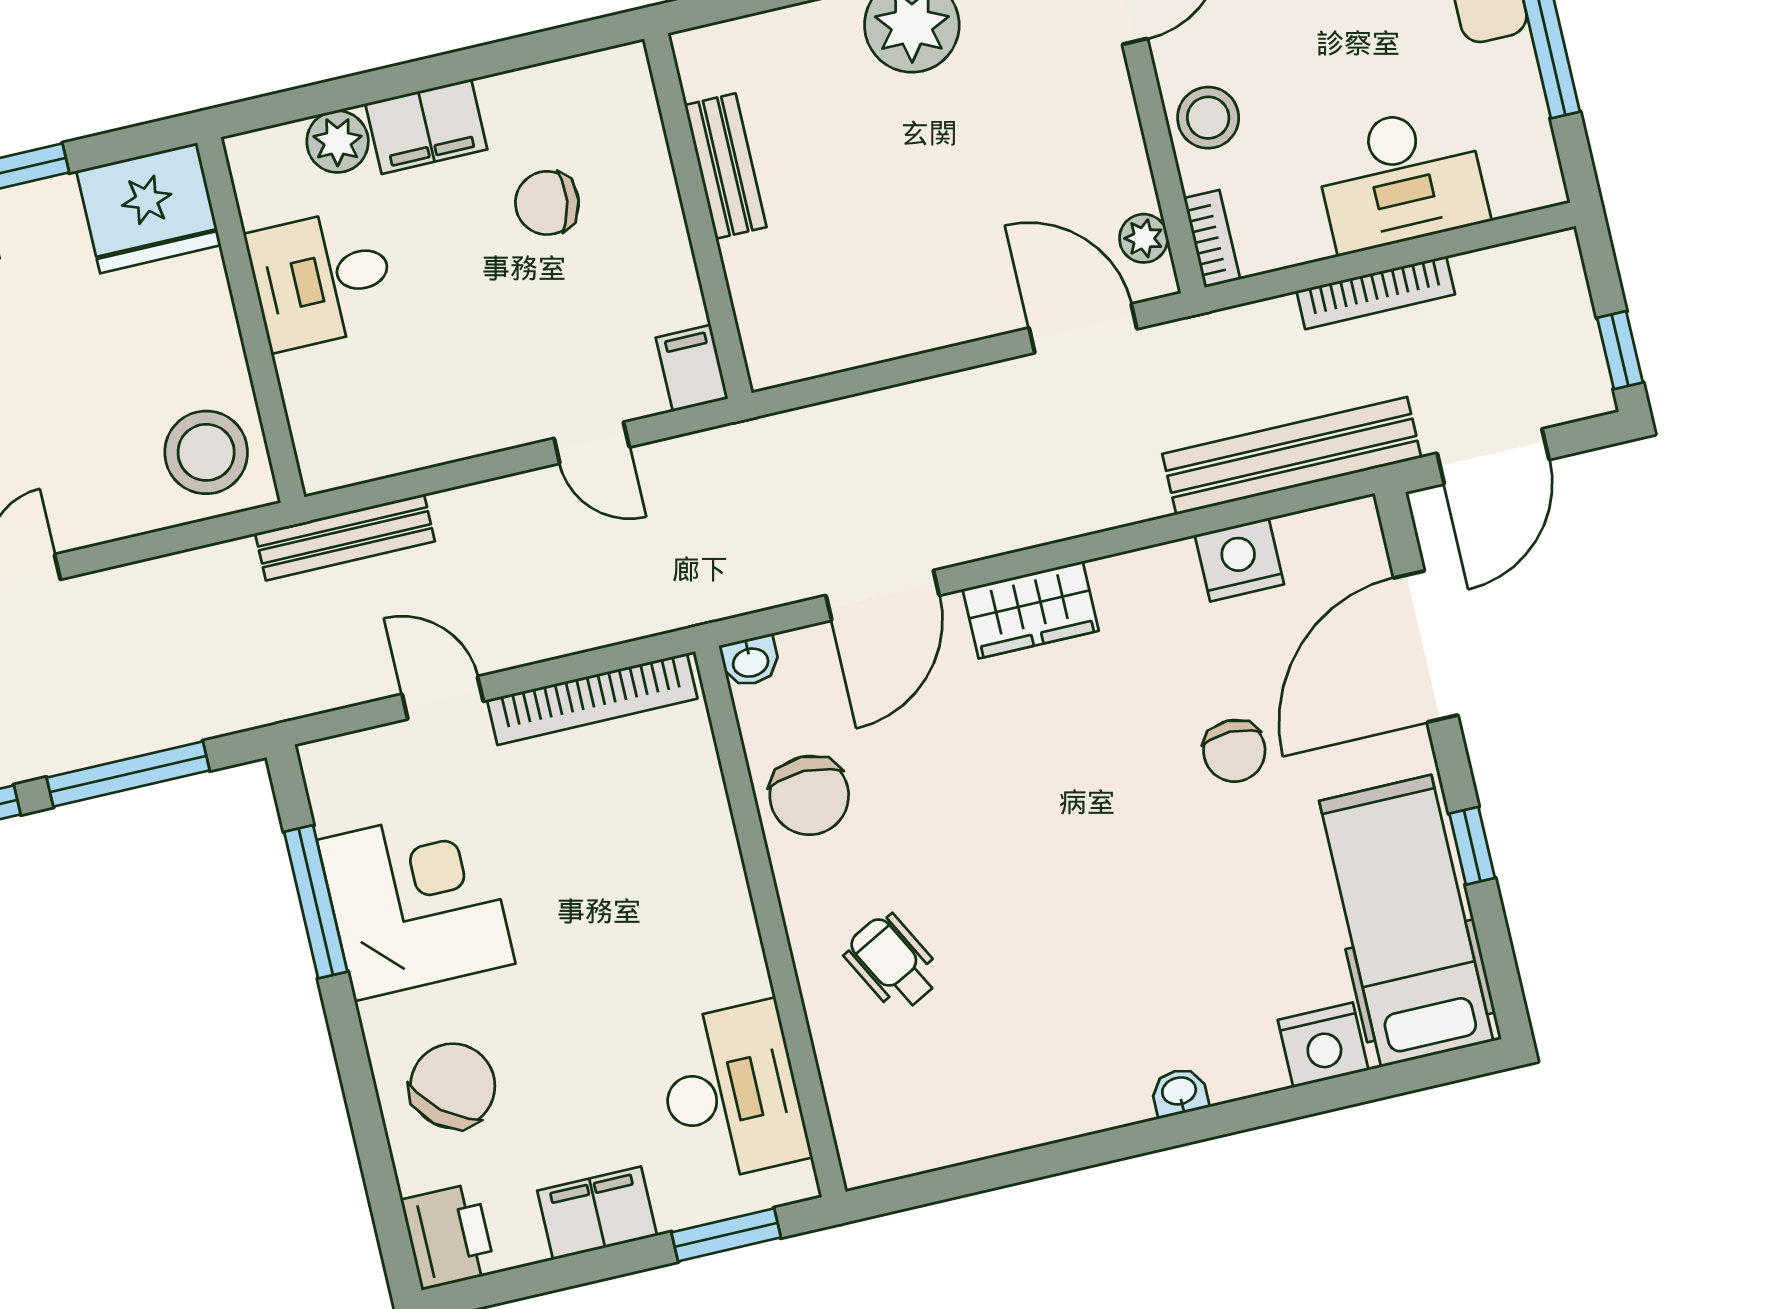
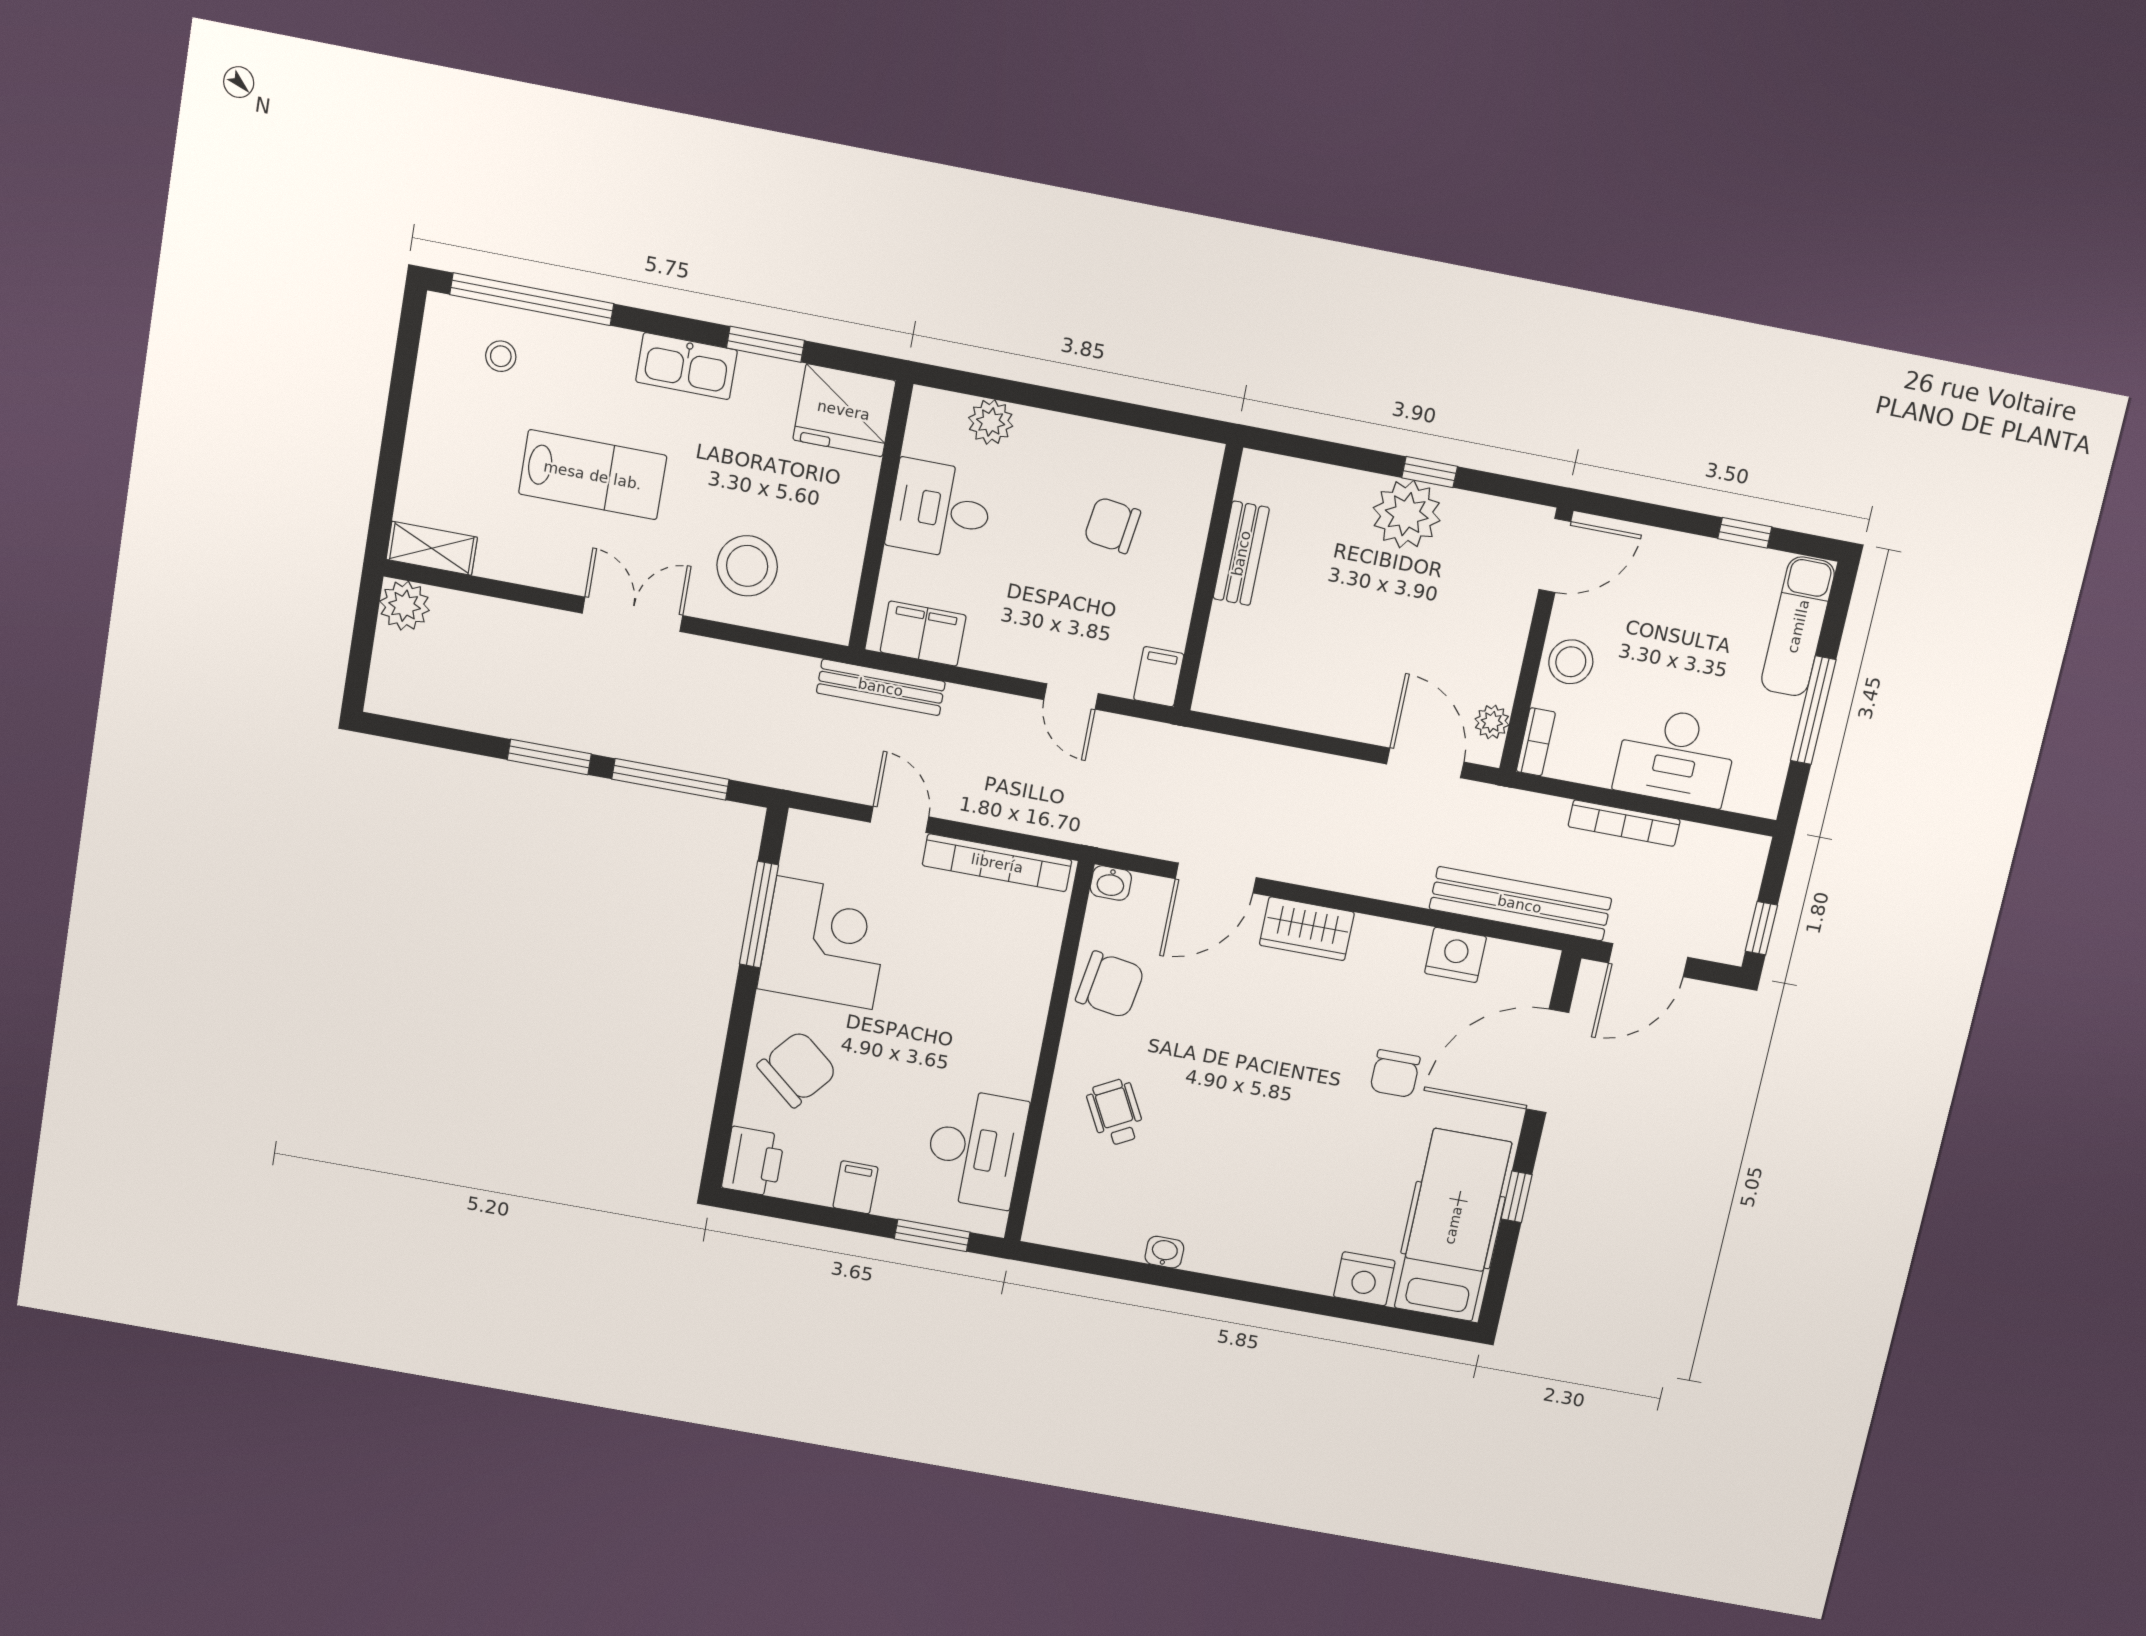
filing cabinet: (426, 127) -> (923, 634), moved, turned 180
stool: (206, 452) -> (747, 566), moved
chair: (809, 795) -> (1110, 985), turned -81
washbasin: (1179, 1092) -> (1164, 1252), moved
filing cabinet: (597, 1213) -> (855, 1187), width x0.50

